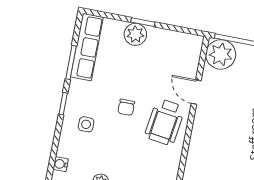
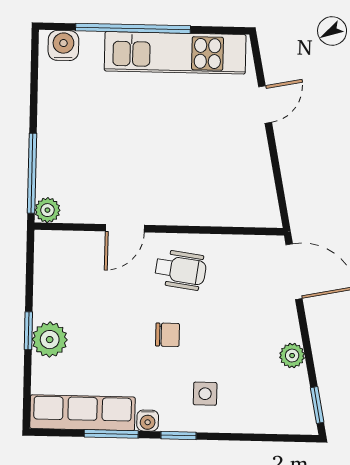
plant: (221, 54) -> (47, 210), width x0.53, depth x0.53
wheelchair: (165, 122) -> (181, 270), width x0.73, depth x0.73
water cooler: (61, 164) -> (148, 421), moved

